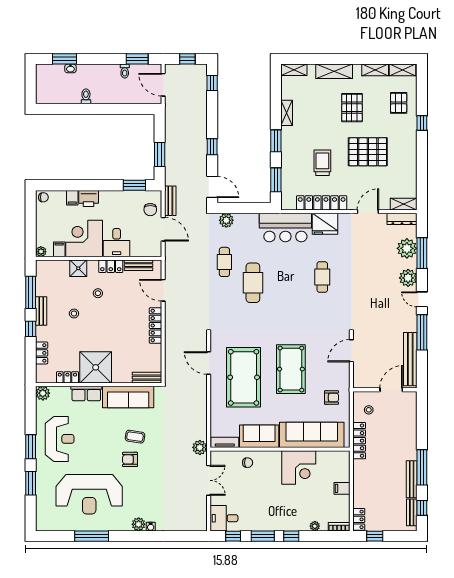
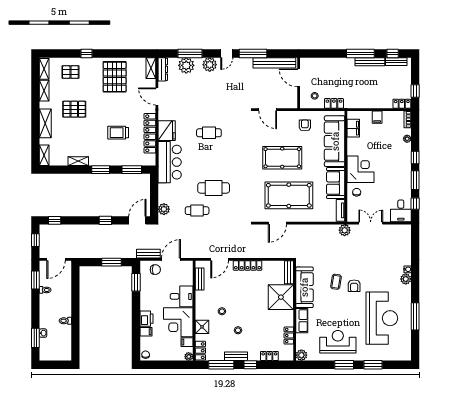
pallet: (368, 152) -> (115, 77), moved
locker: (111, 266) -> (200, 351), moved
shower: (96, 367) -> (281, 297), moved
locker: (359, 441) -> (334, 103), width x0.66
filing cabinet: (328, 458) -> (353, 128), added
corner desk: (299, 468) -> (361, 169), moved

